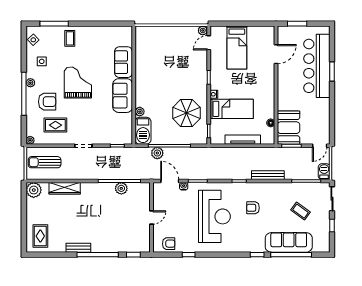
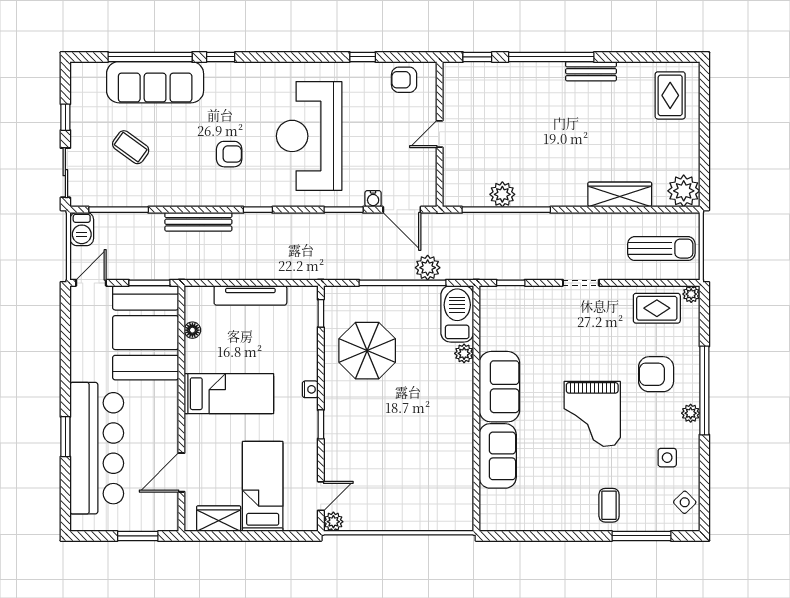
wardrobe: (258, 32) -> (219, 519), added
bed: (232, 109) -> (229, 394), moved, turned 180
rug: (55, 125) -> (657, 308), moved
booth: (289, 128) -> (146, 333), width x1.36, depth x1.42

